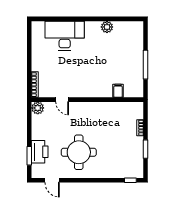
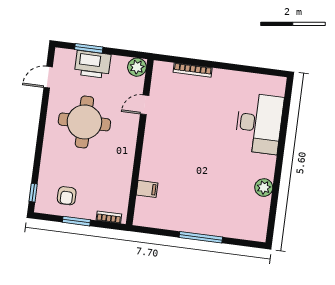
filing cabinet: (118, 91) -> (147, 189), moved
door: (62, 100) -> (145, 105), moved
wall: (87, 100) -> (140, 142), moved
plant: (38, 108) -> (137, 67), moved
armchair: (129, 158) -> (67, 196), added

